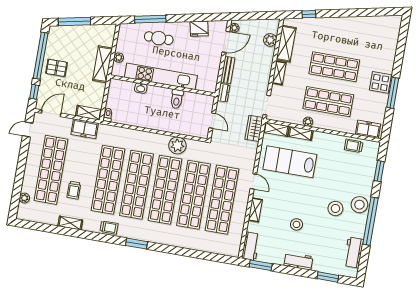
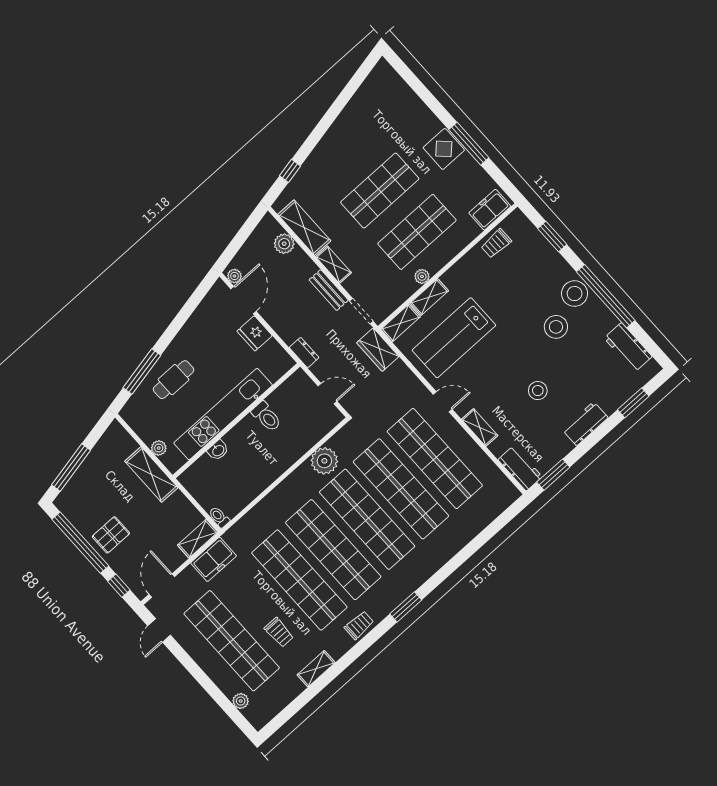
fridge: (199, 29) -> (255, 333), moved, turned 102
bench: (228, 70) -> (329, 290), moved

